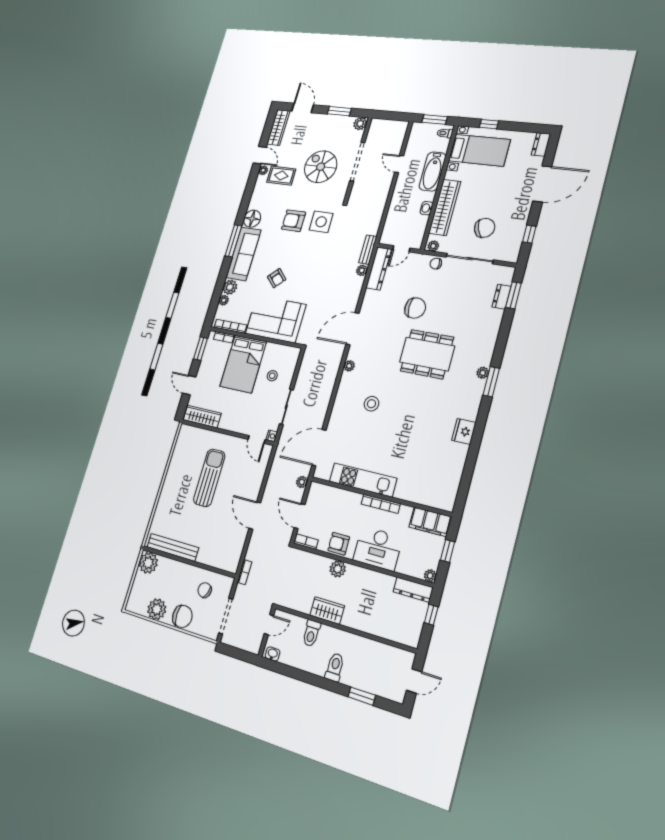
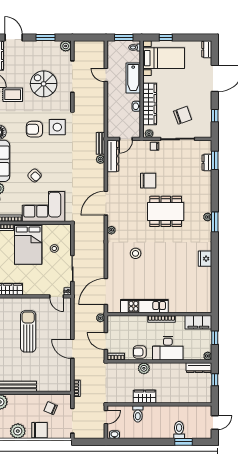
toilet: (335, 667) -> (179, 430), moved

